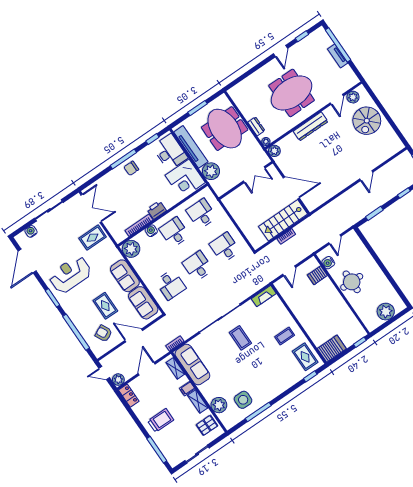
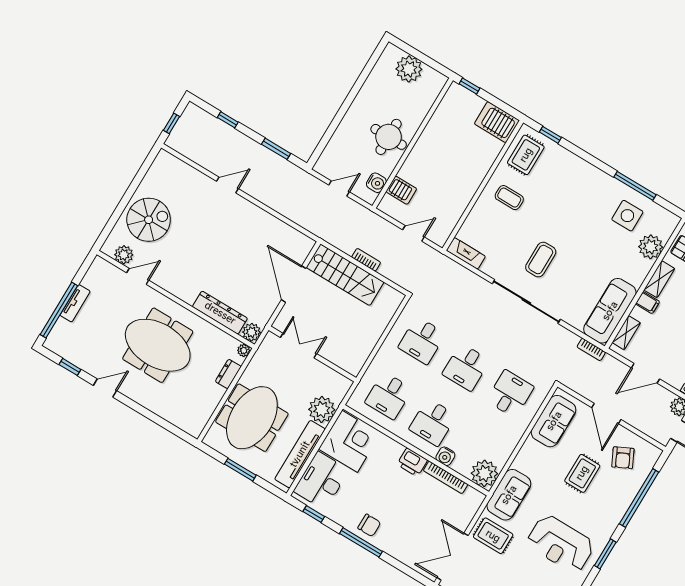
dresser: (311, 126) -> (220, 313), moved
sofa: (125, 276) -> (509, 495), moved

